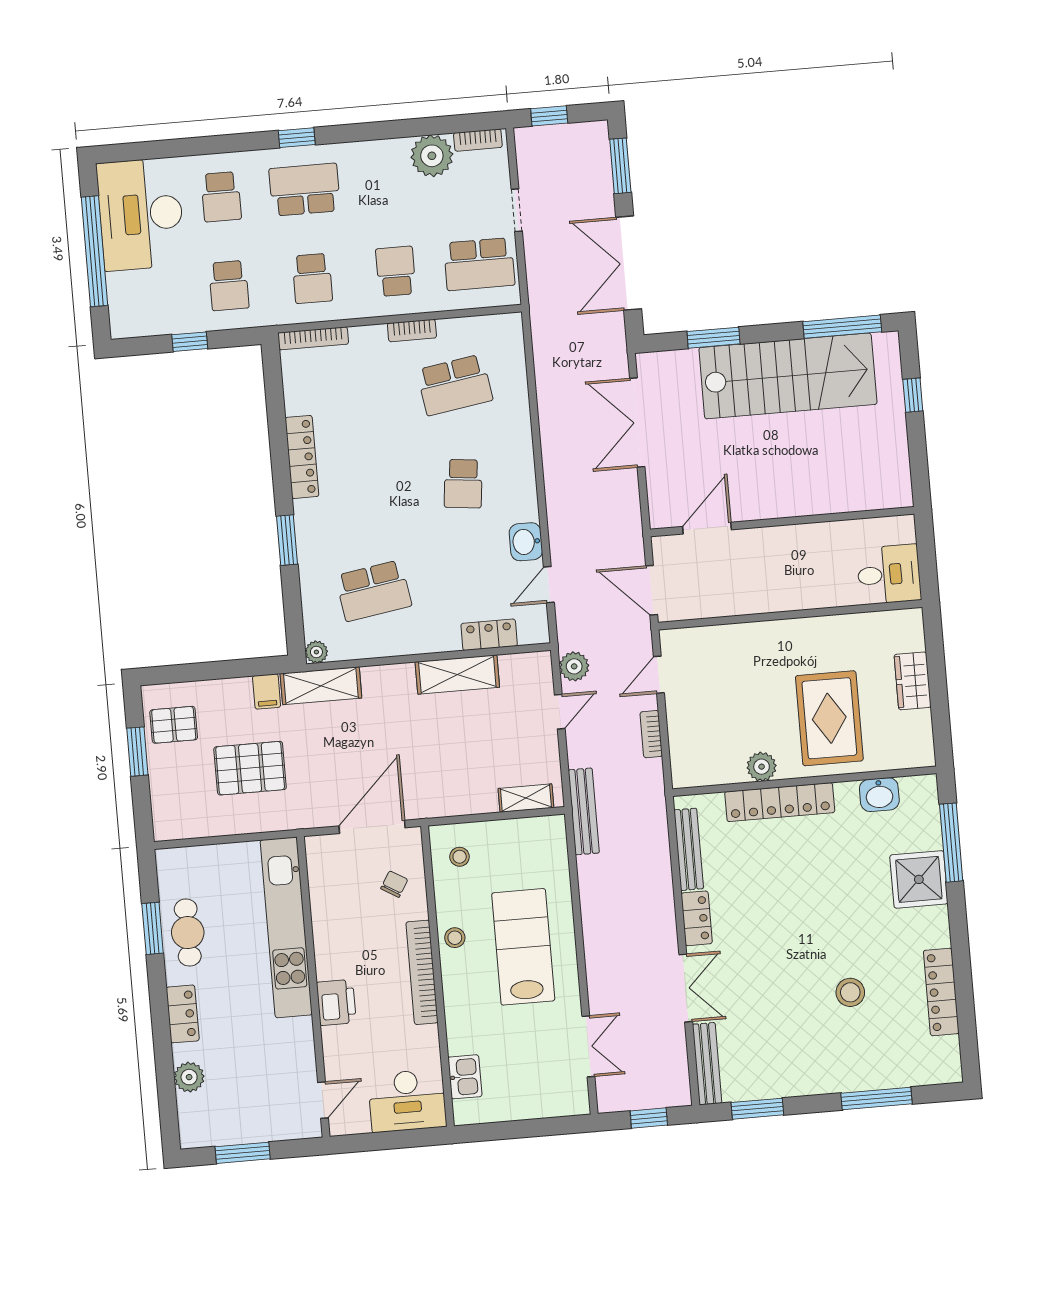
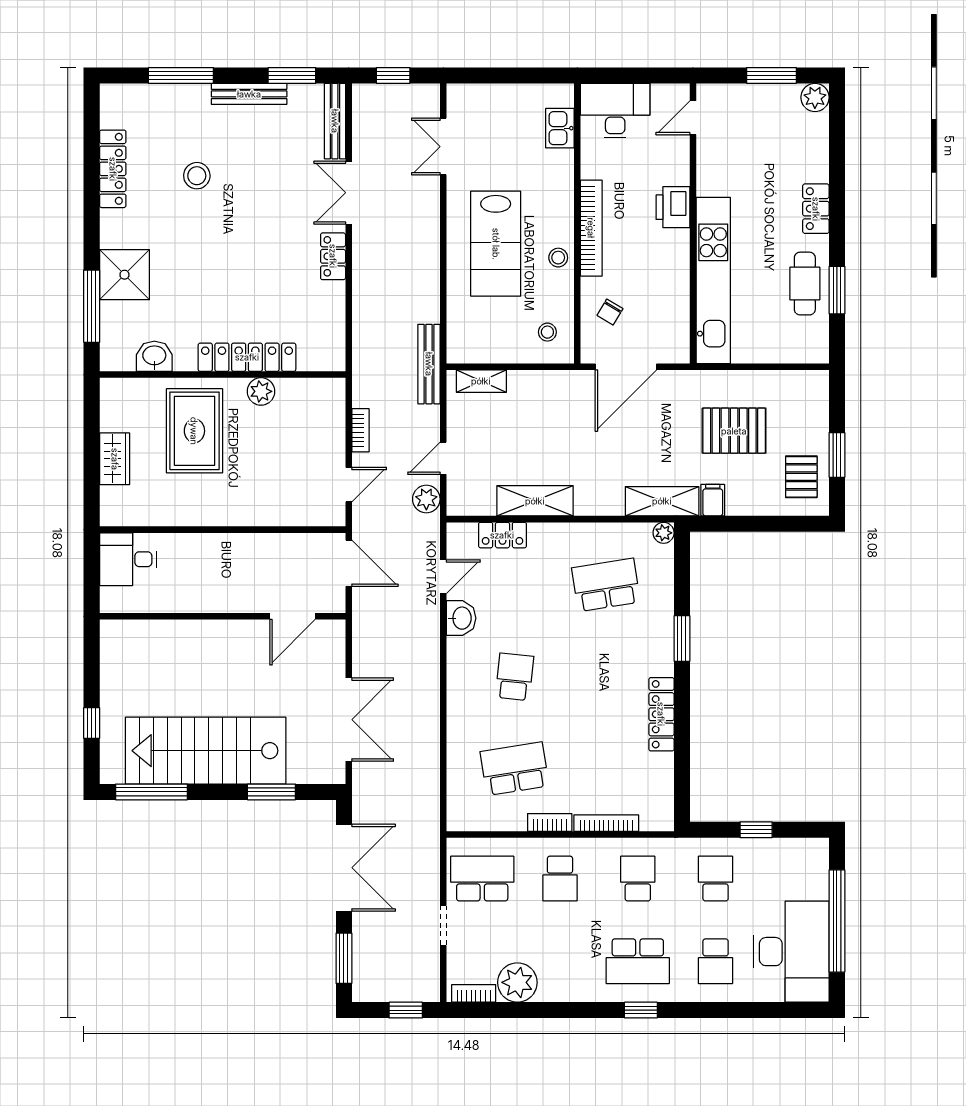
school desk: (221, 197) -> (716, 961), turned 180
bookcase: (313, 338) -> (606, 823), moved
pallet: (174, 725) -> (801, 477), turned 90
bench: (689, 849) -> (249, 94), moved, turned 90
plant: (189, 1077) -> (815, 97), moved

